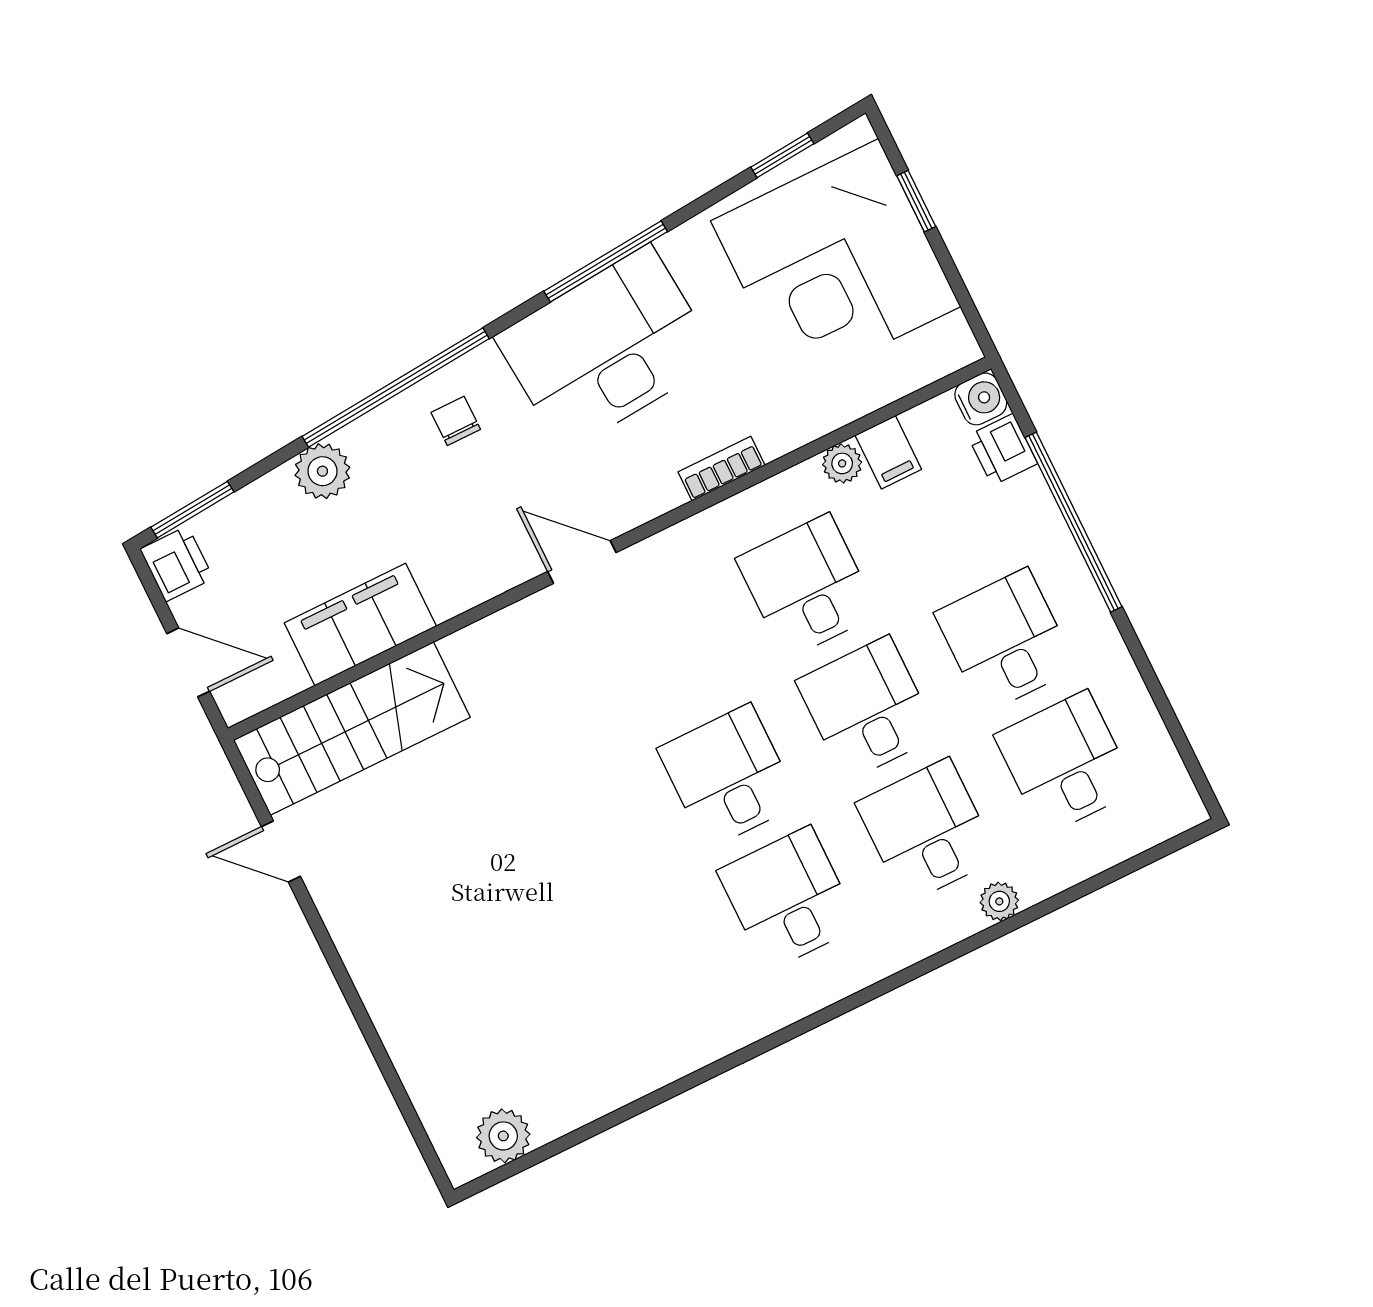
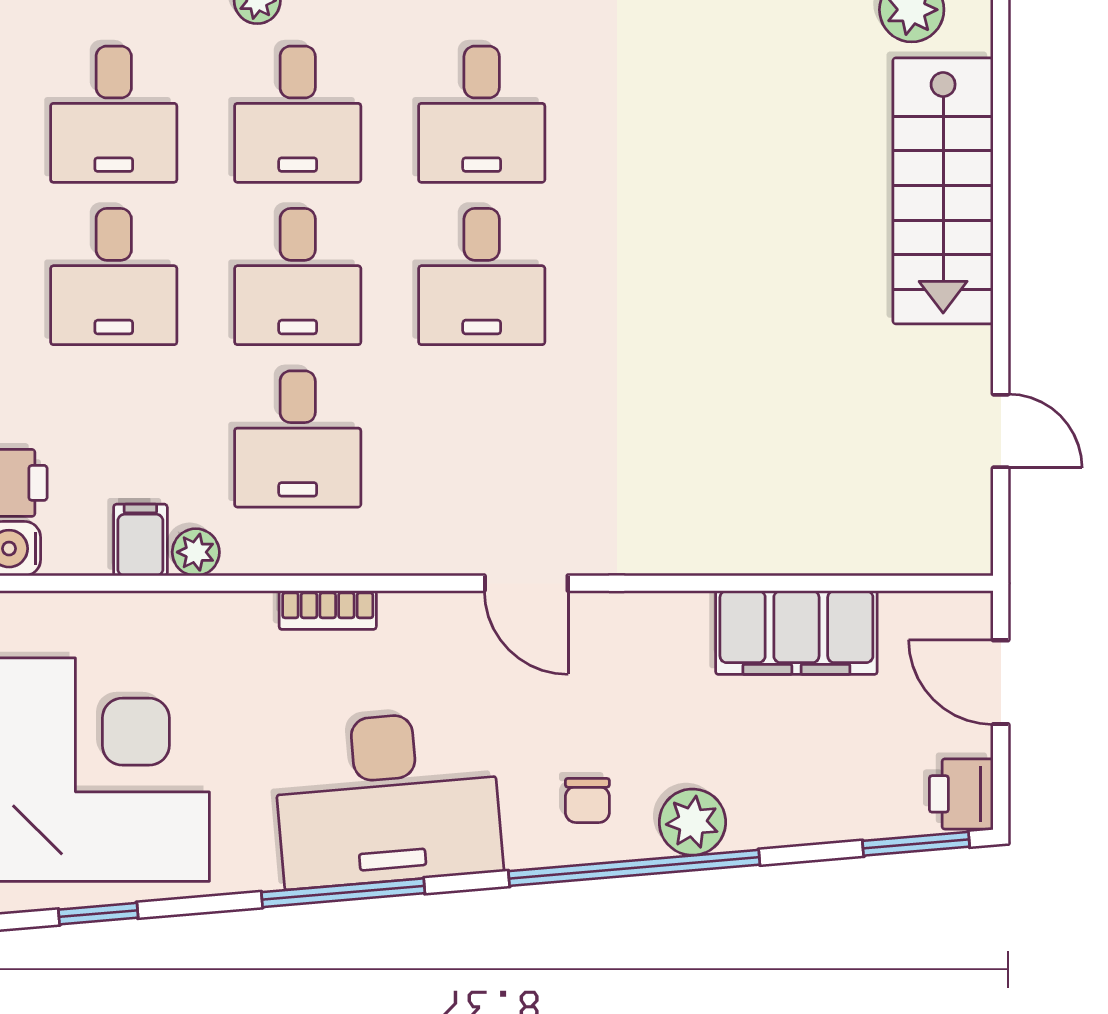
plant: (322, 471) -> (692, 822), moved
stairs: (352, 729) -> (943, 191), moved, turned -90

